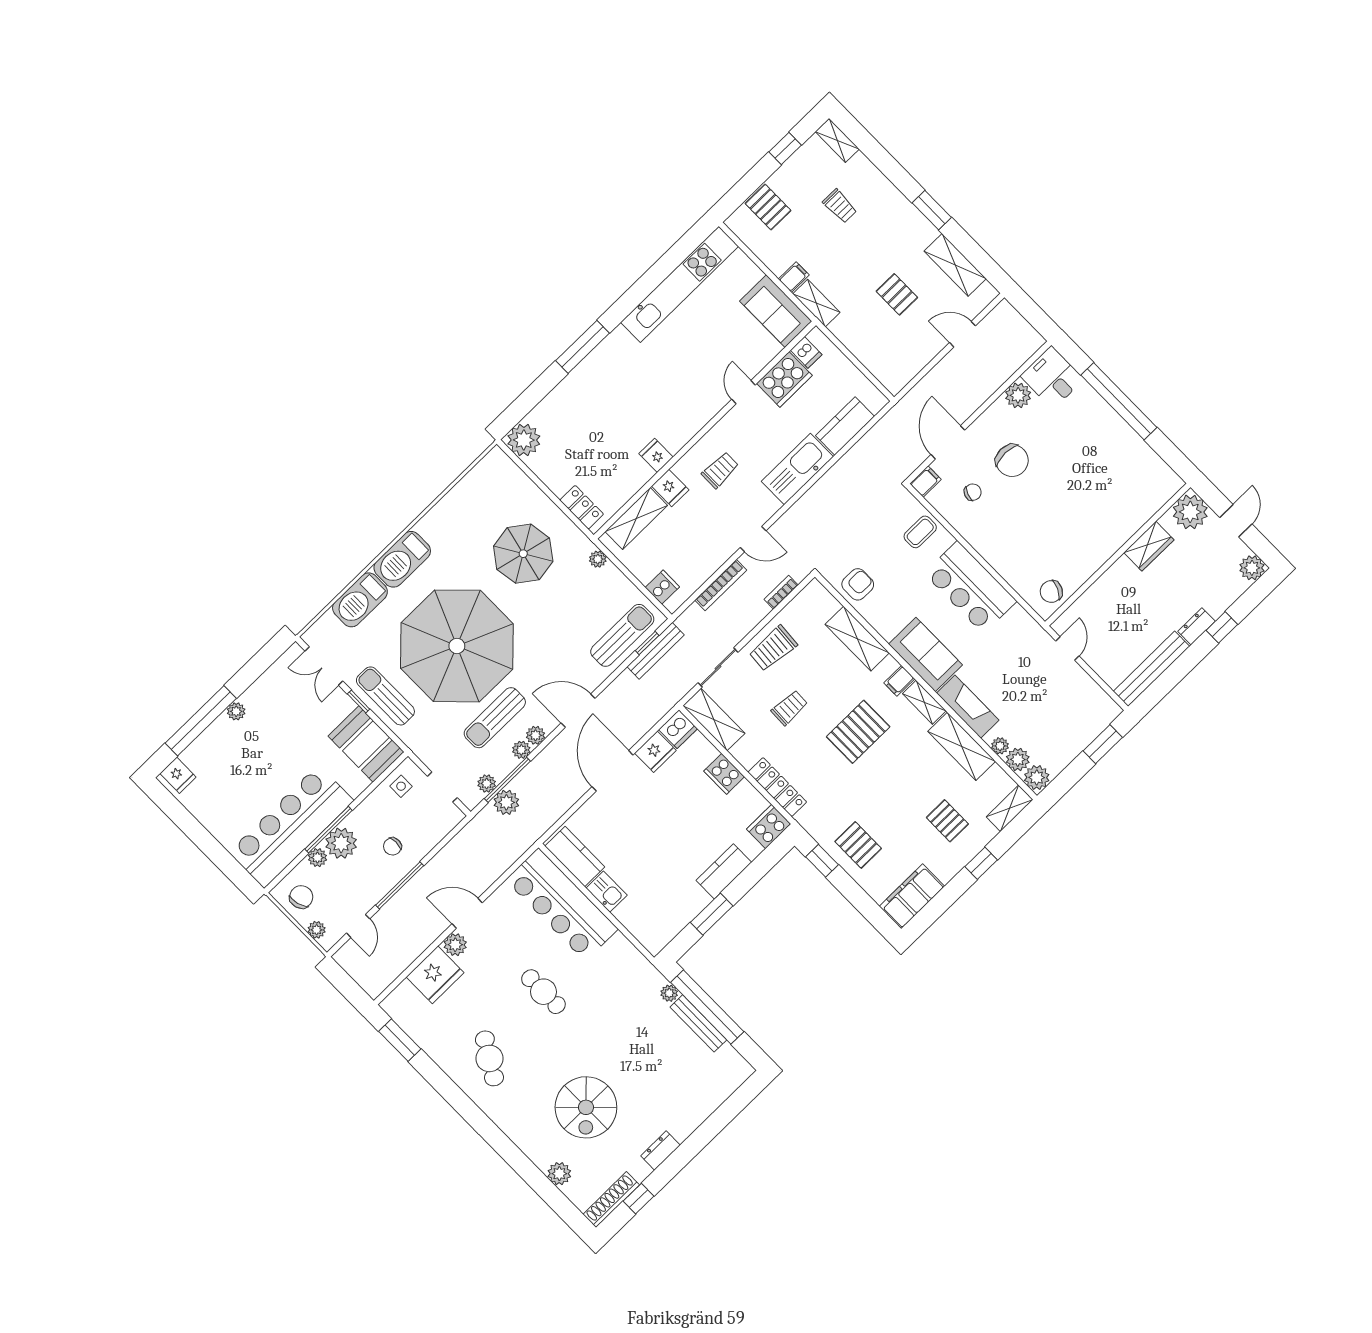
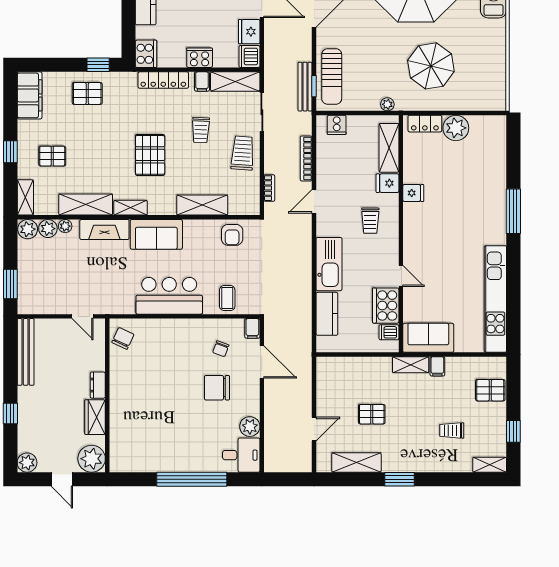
plant: (524, 440) -> (456, 128), moved
dresser: (1196, 626) -> (98, 385), moved, turned 180
filing cabinet: (899, 681) -> (202, 82), moved, turned 180

